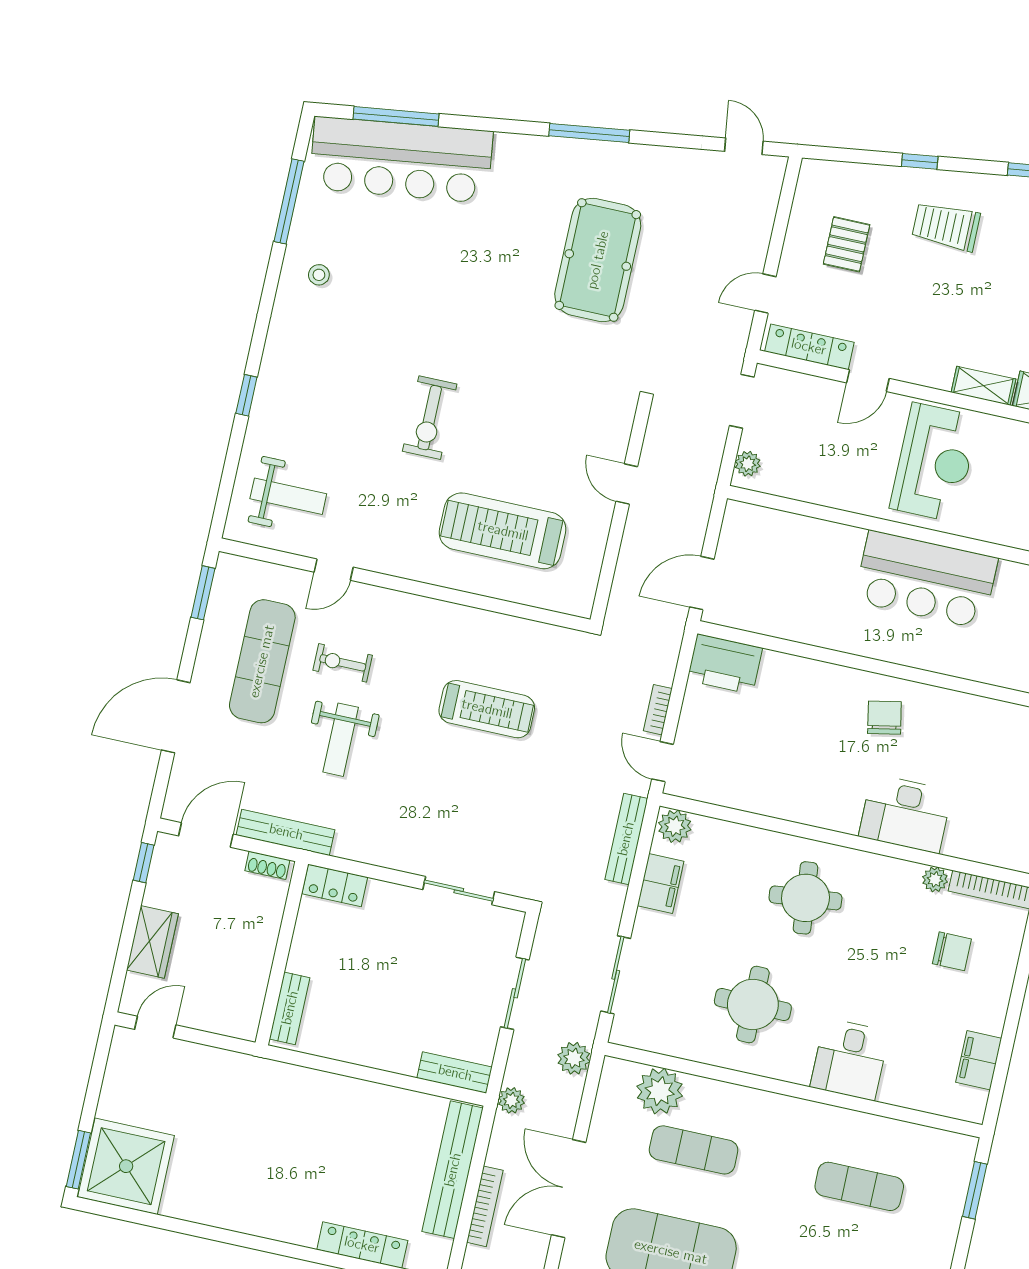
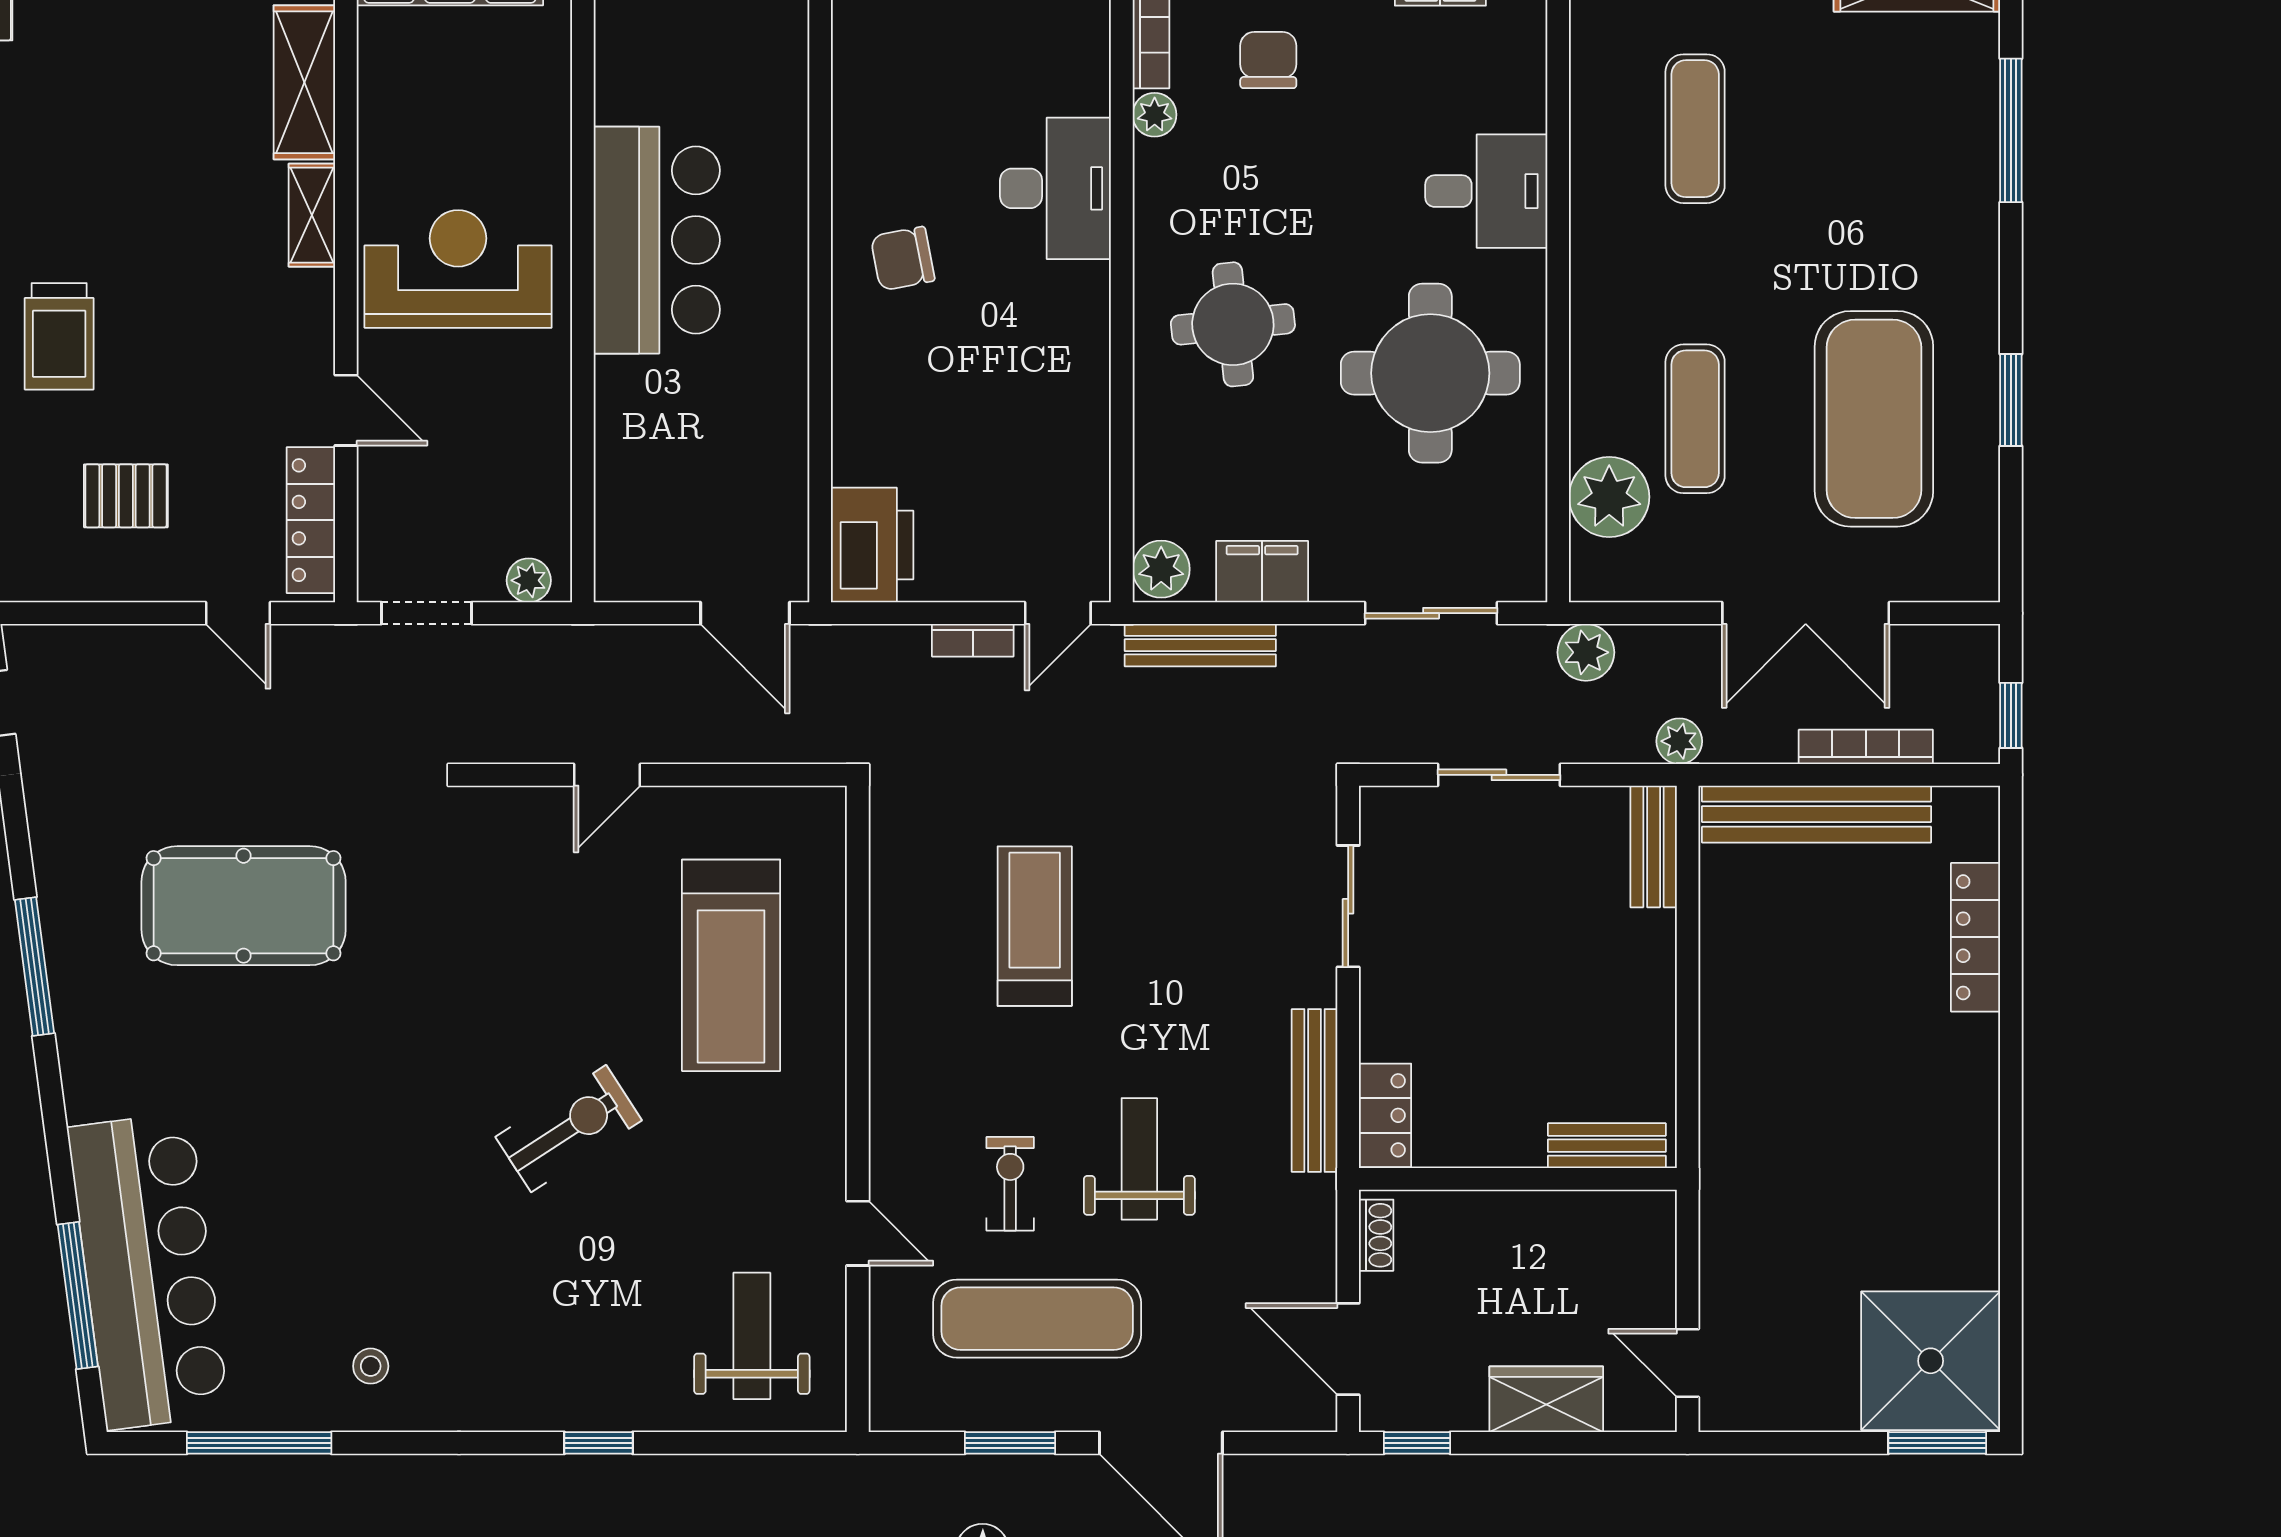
exercise bike: (430, 418) -> (569, 1129), turned -33
window: (203, 593) -> (1010, 1443), moved
exercise bike: (343, 663) -> (1010, 1184), turned 180
weight bench: (341, 740) -> (1139, 1159), turned -90
bench: (286, 832) -> (1314, 1090), moved
round table: (753, 1004) -> (1430, 373), width x1.36, depth x1.36

